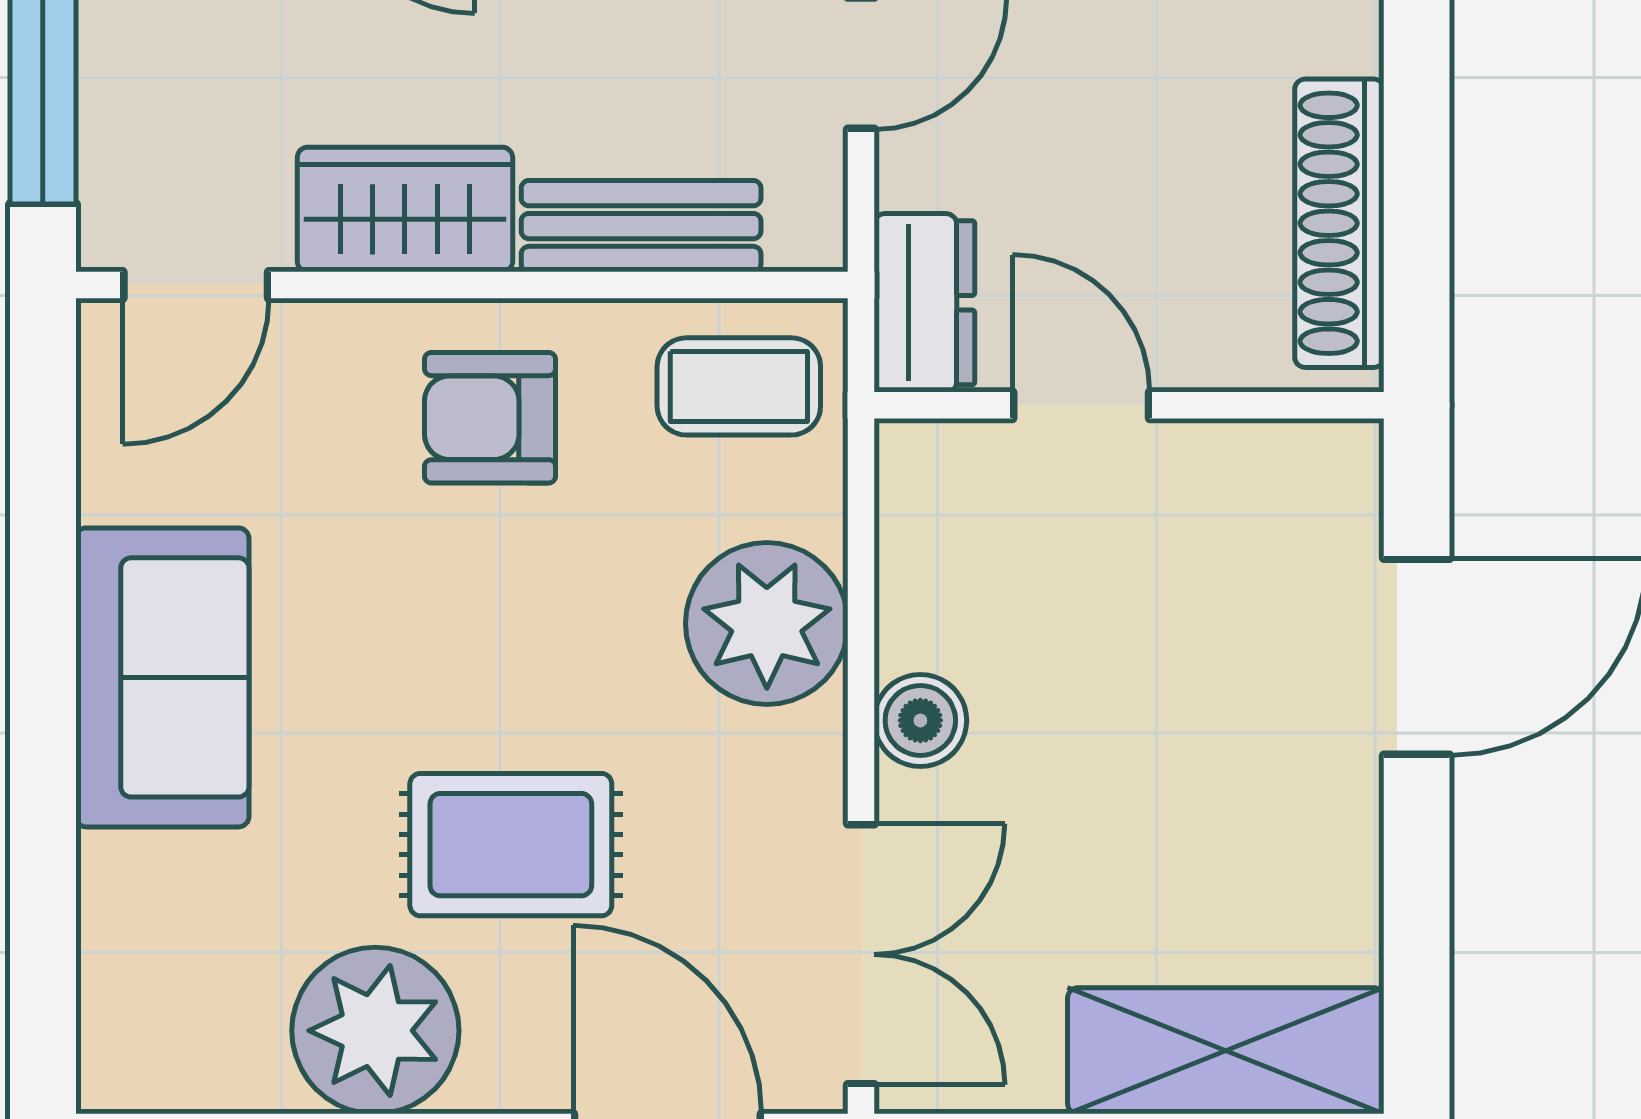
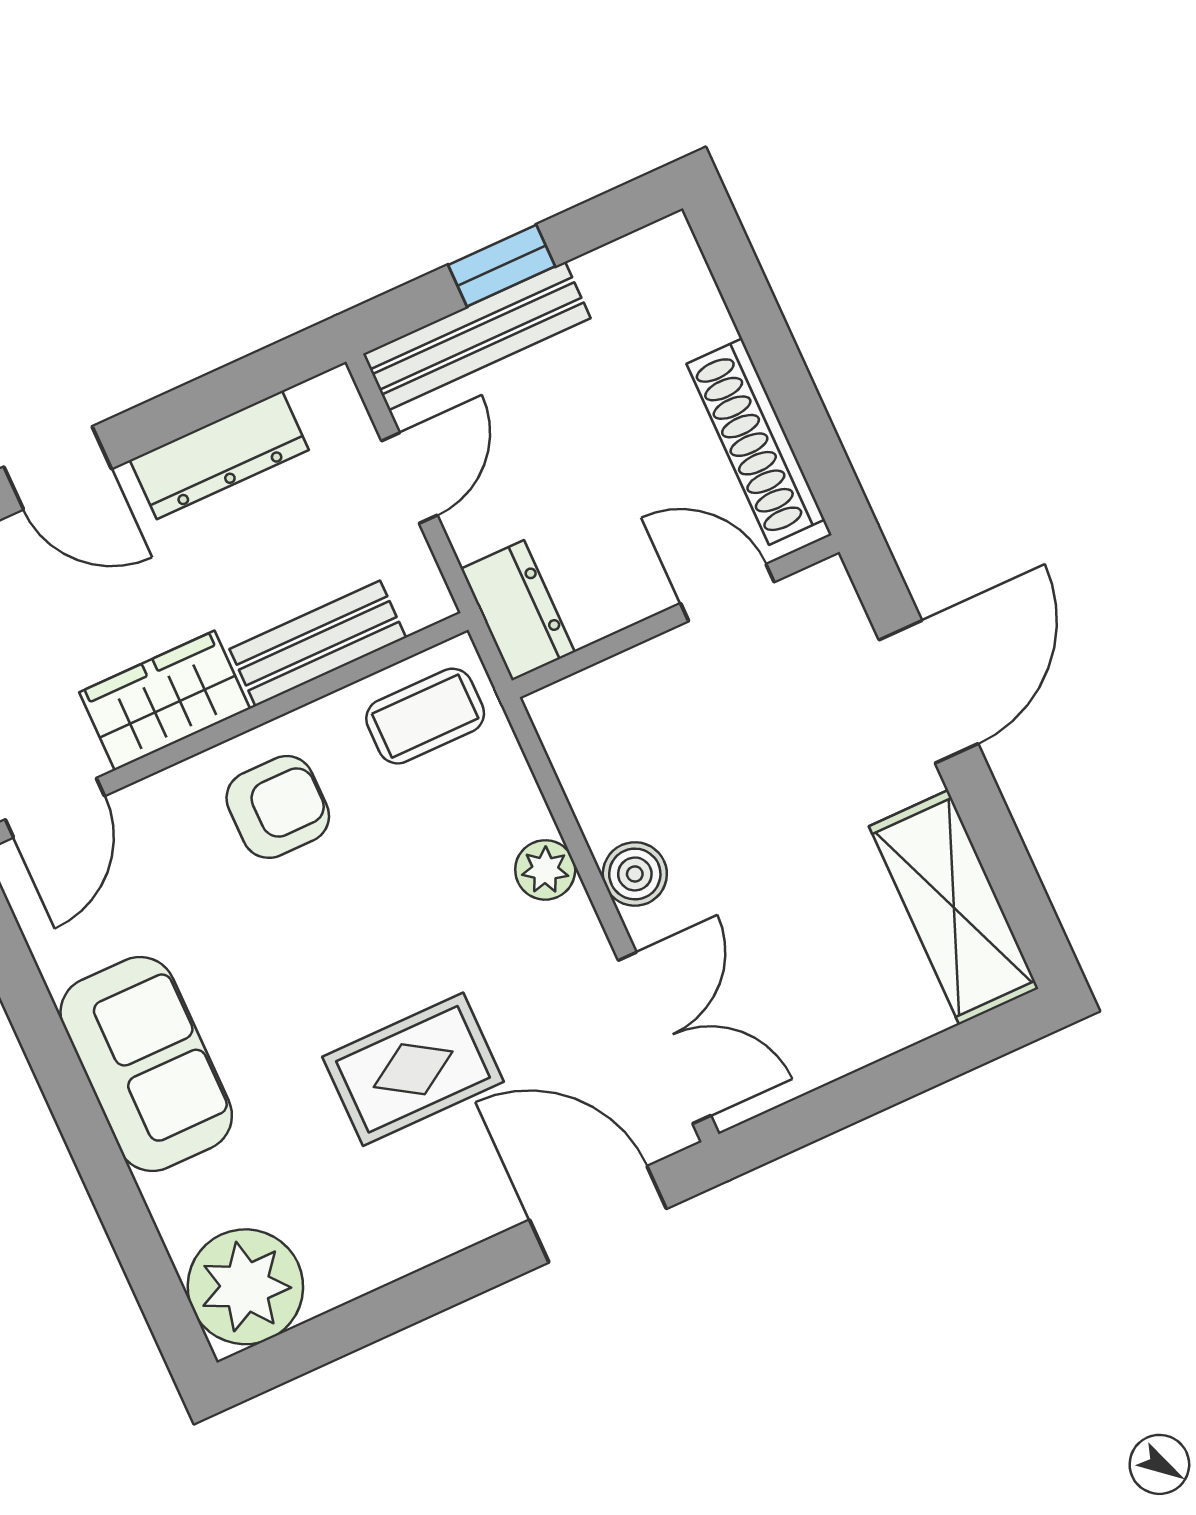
door: (1081, 405) -> (727, 593), moved
armchair: (490, 418) -> (278, 807), turned 180
plant: (767, 623) -> (545, 870), width x0.53, depth x0.53
plant: (375, 1031) -> (245, 1287), moved
shelving: (1226, 1051) -> (954, 907), moved, turned 90

